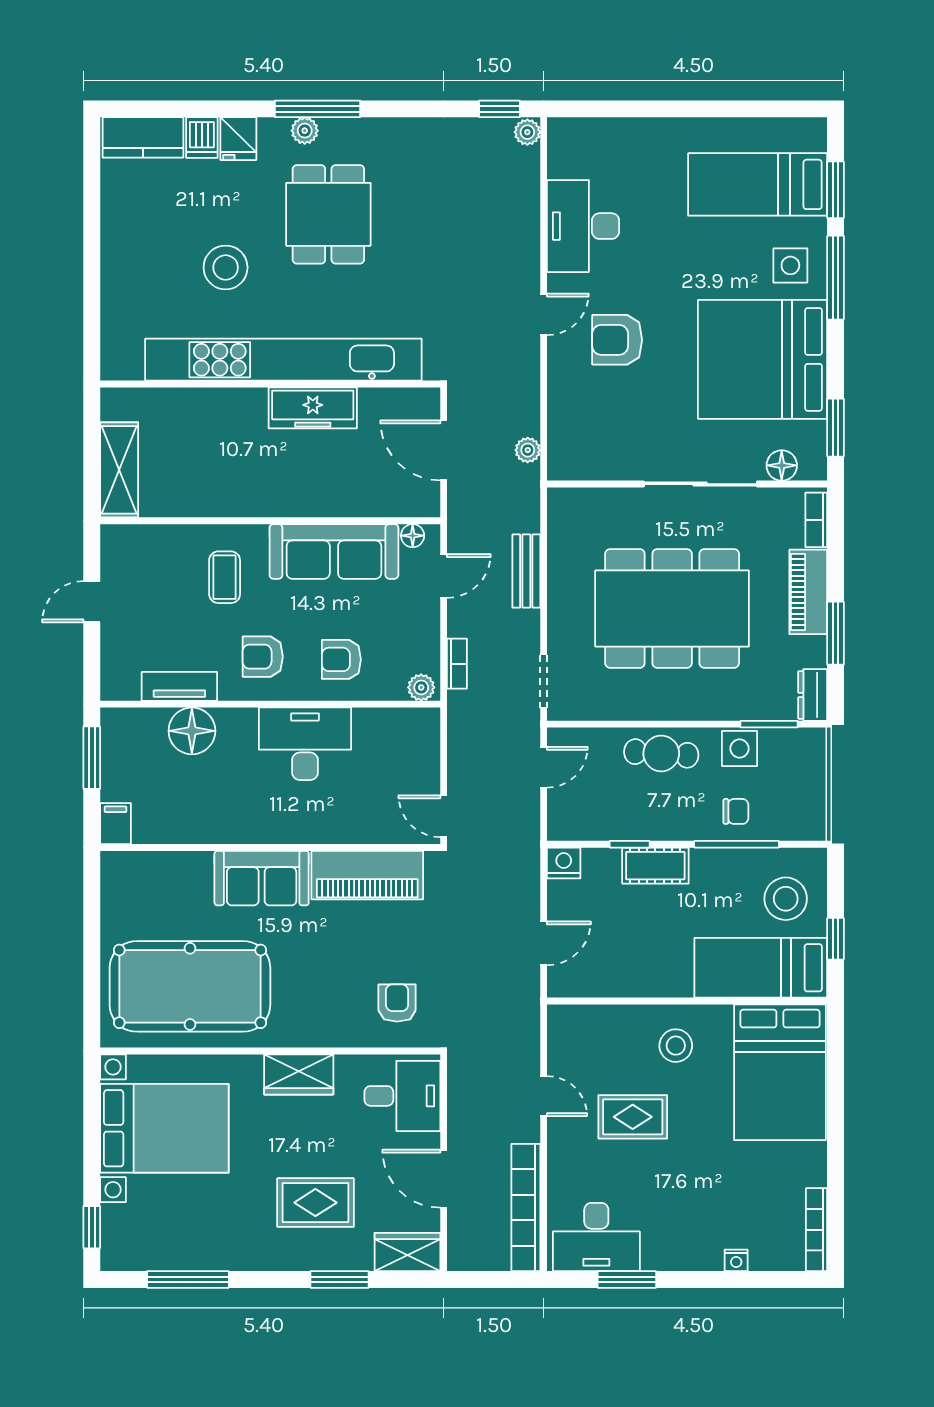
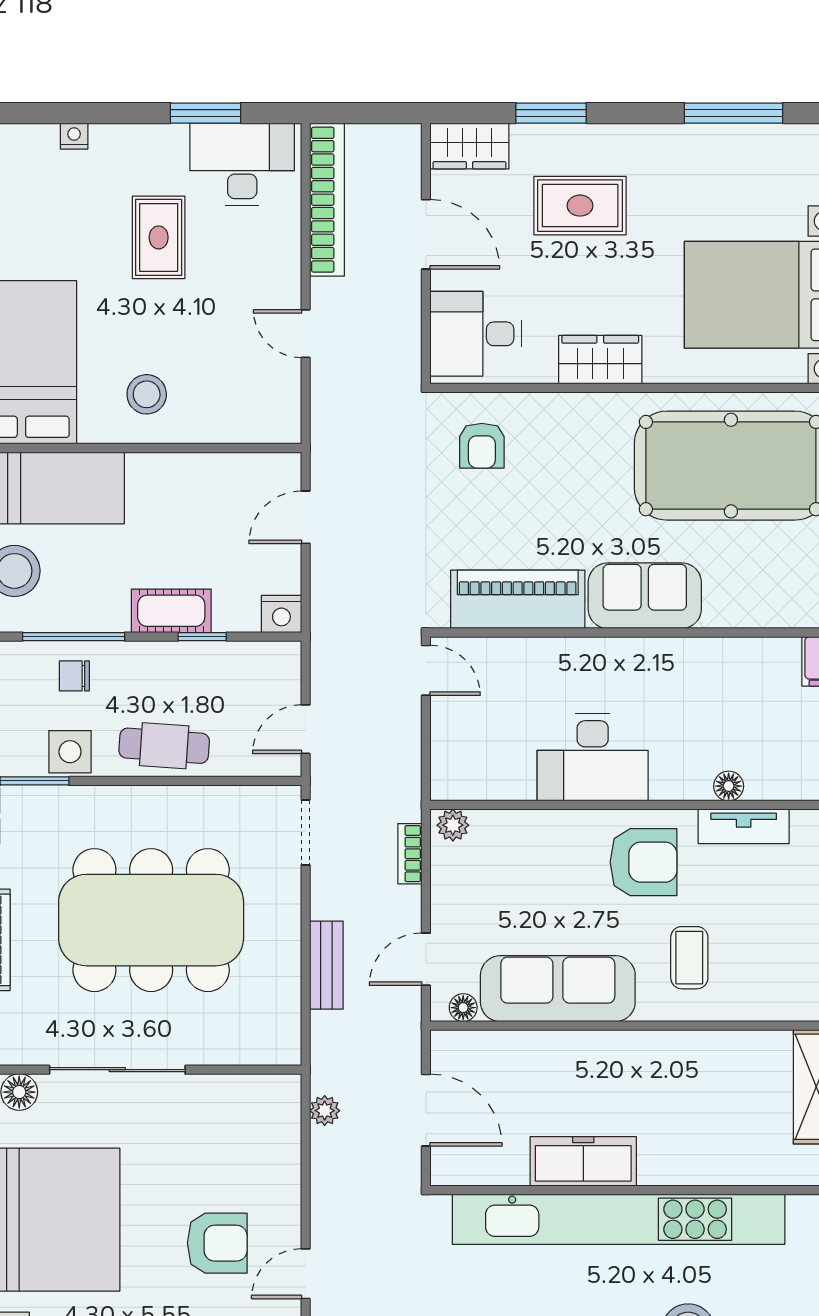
armchair: (263, 657) -> (644, 862), width x1.38, depth x1.38
armchair: (341, 659) -> (549, 859), removed
floor lamp: (192, 731) -> (729, 786), width x0.53, depth x0.53
rug: (633, 1117) -> (159, 237), moved, turned 90

